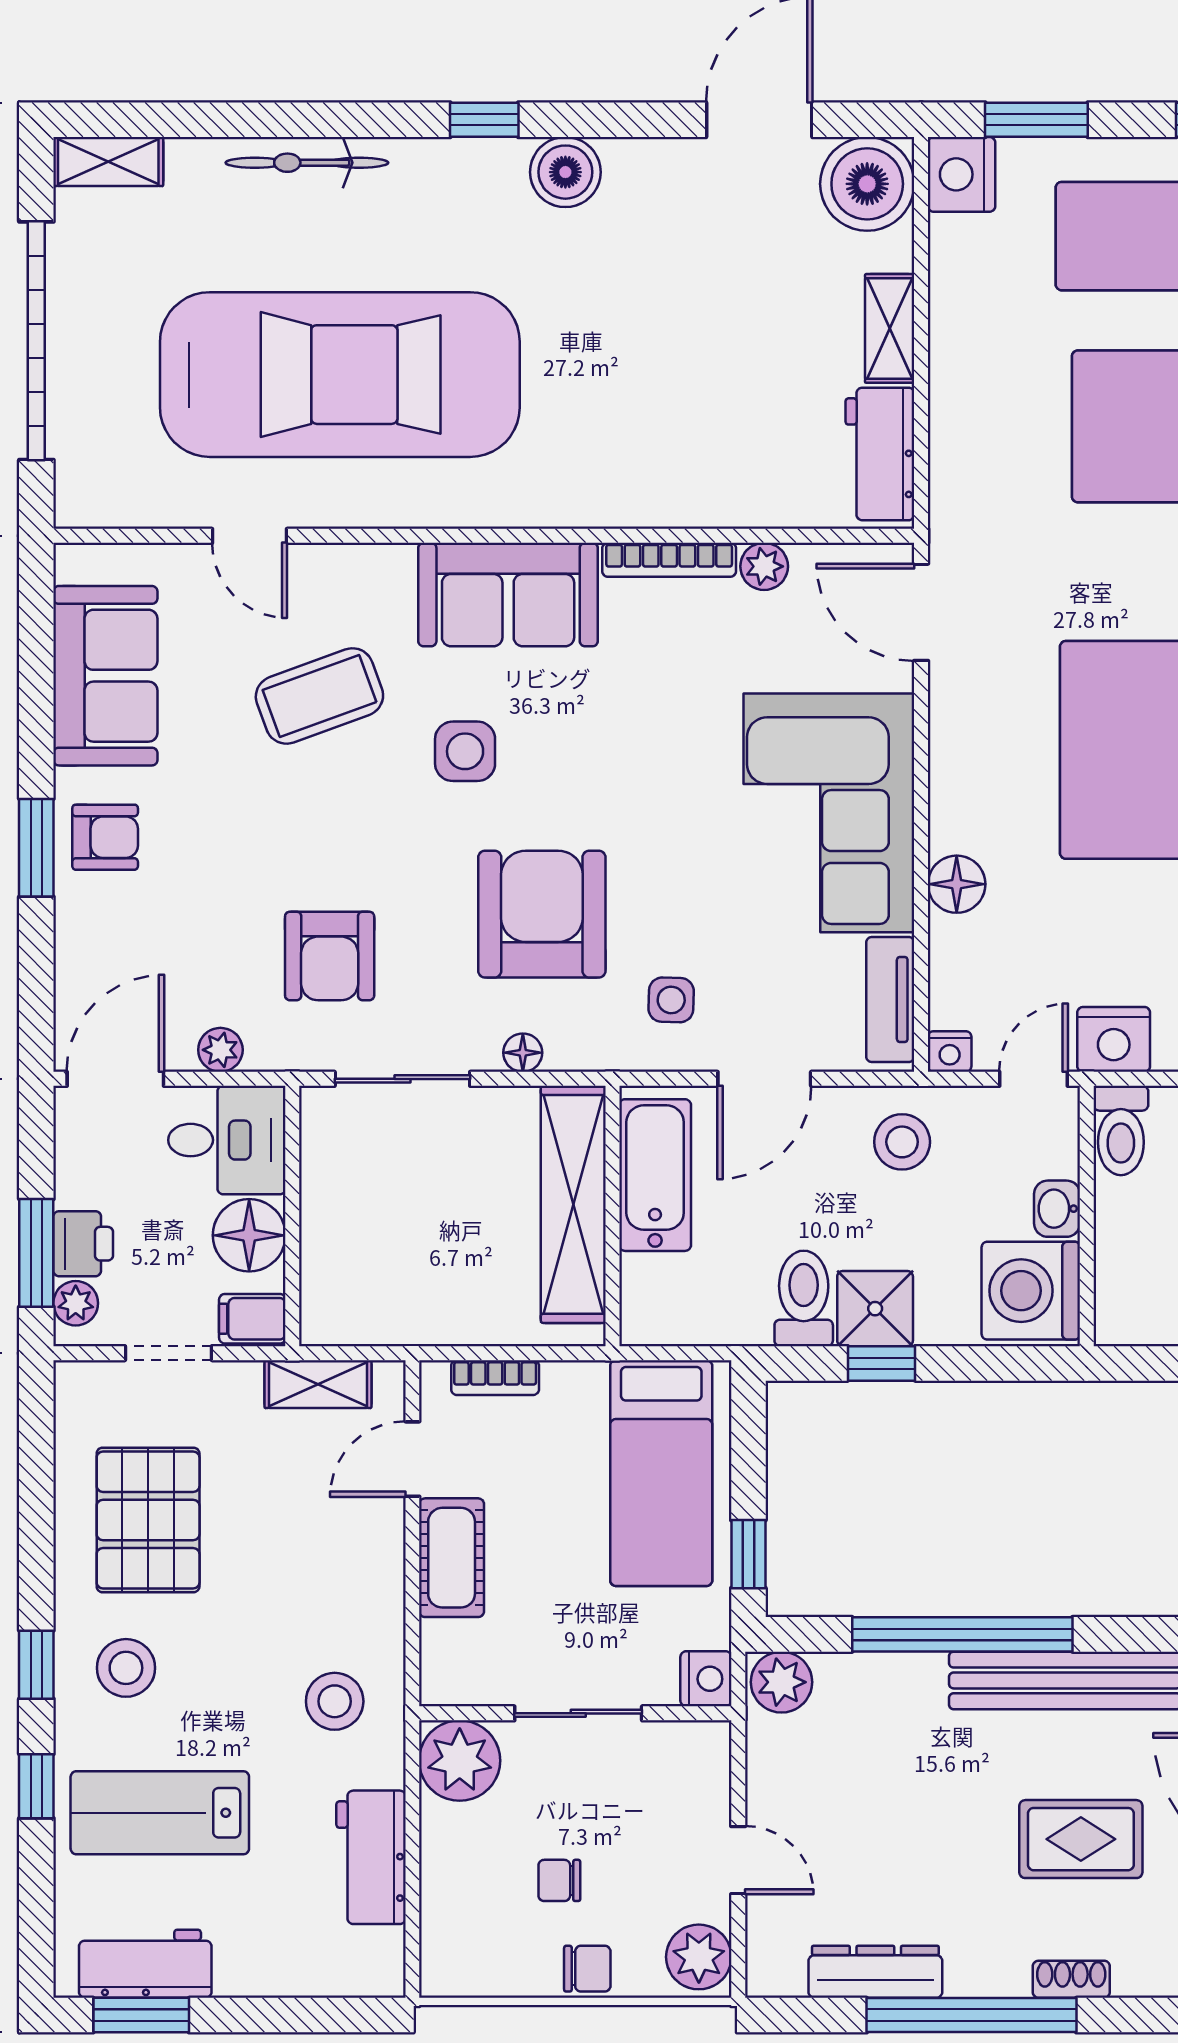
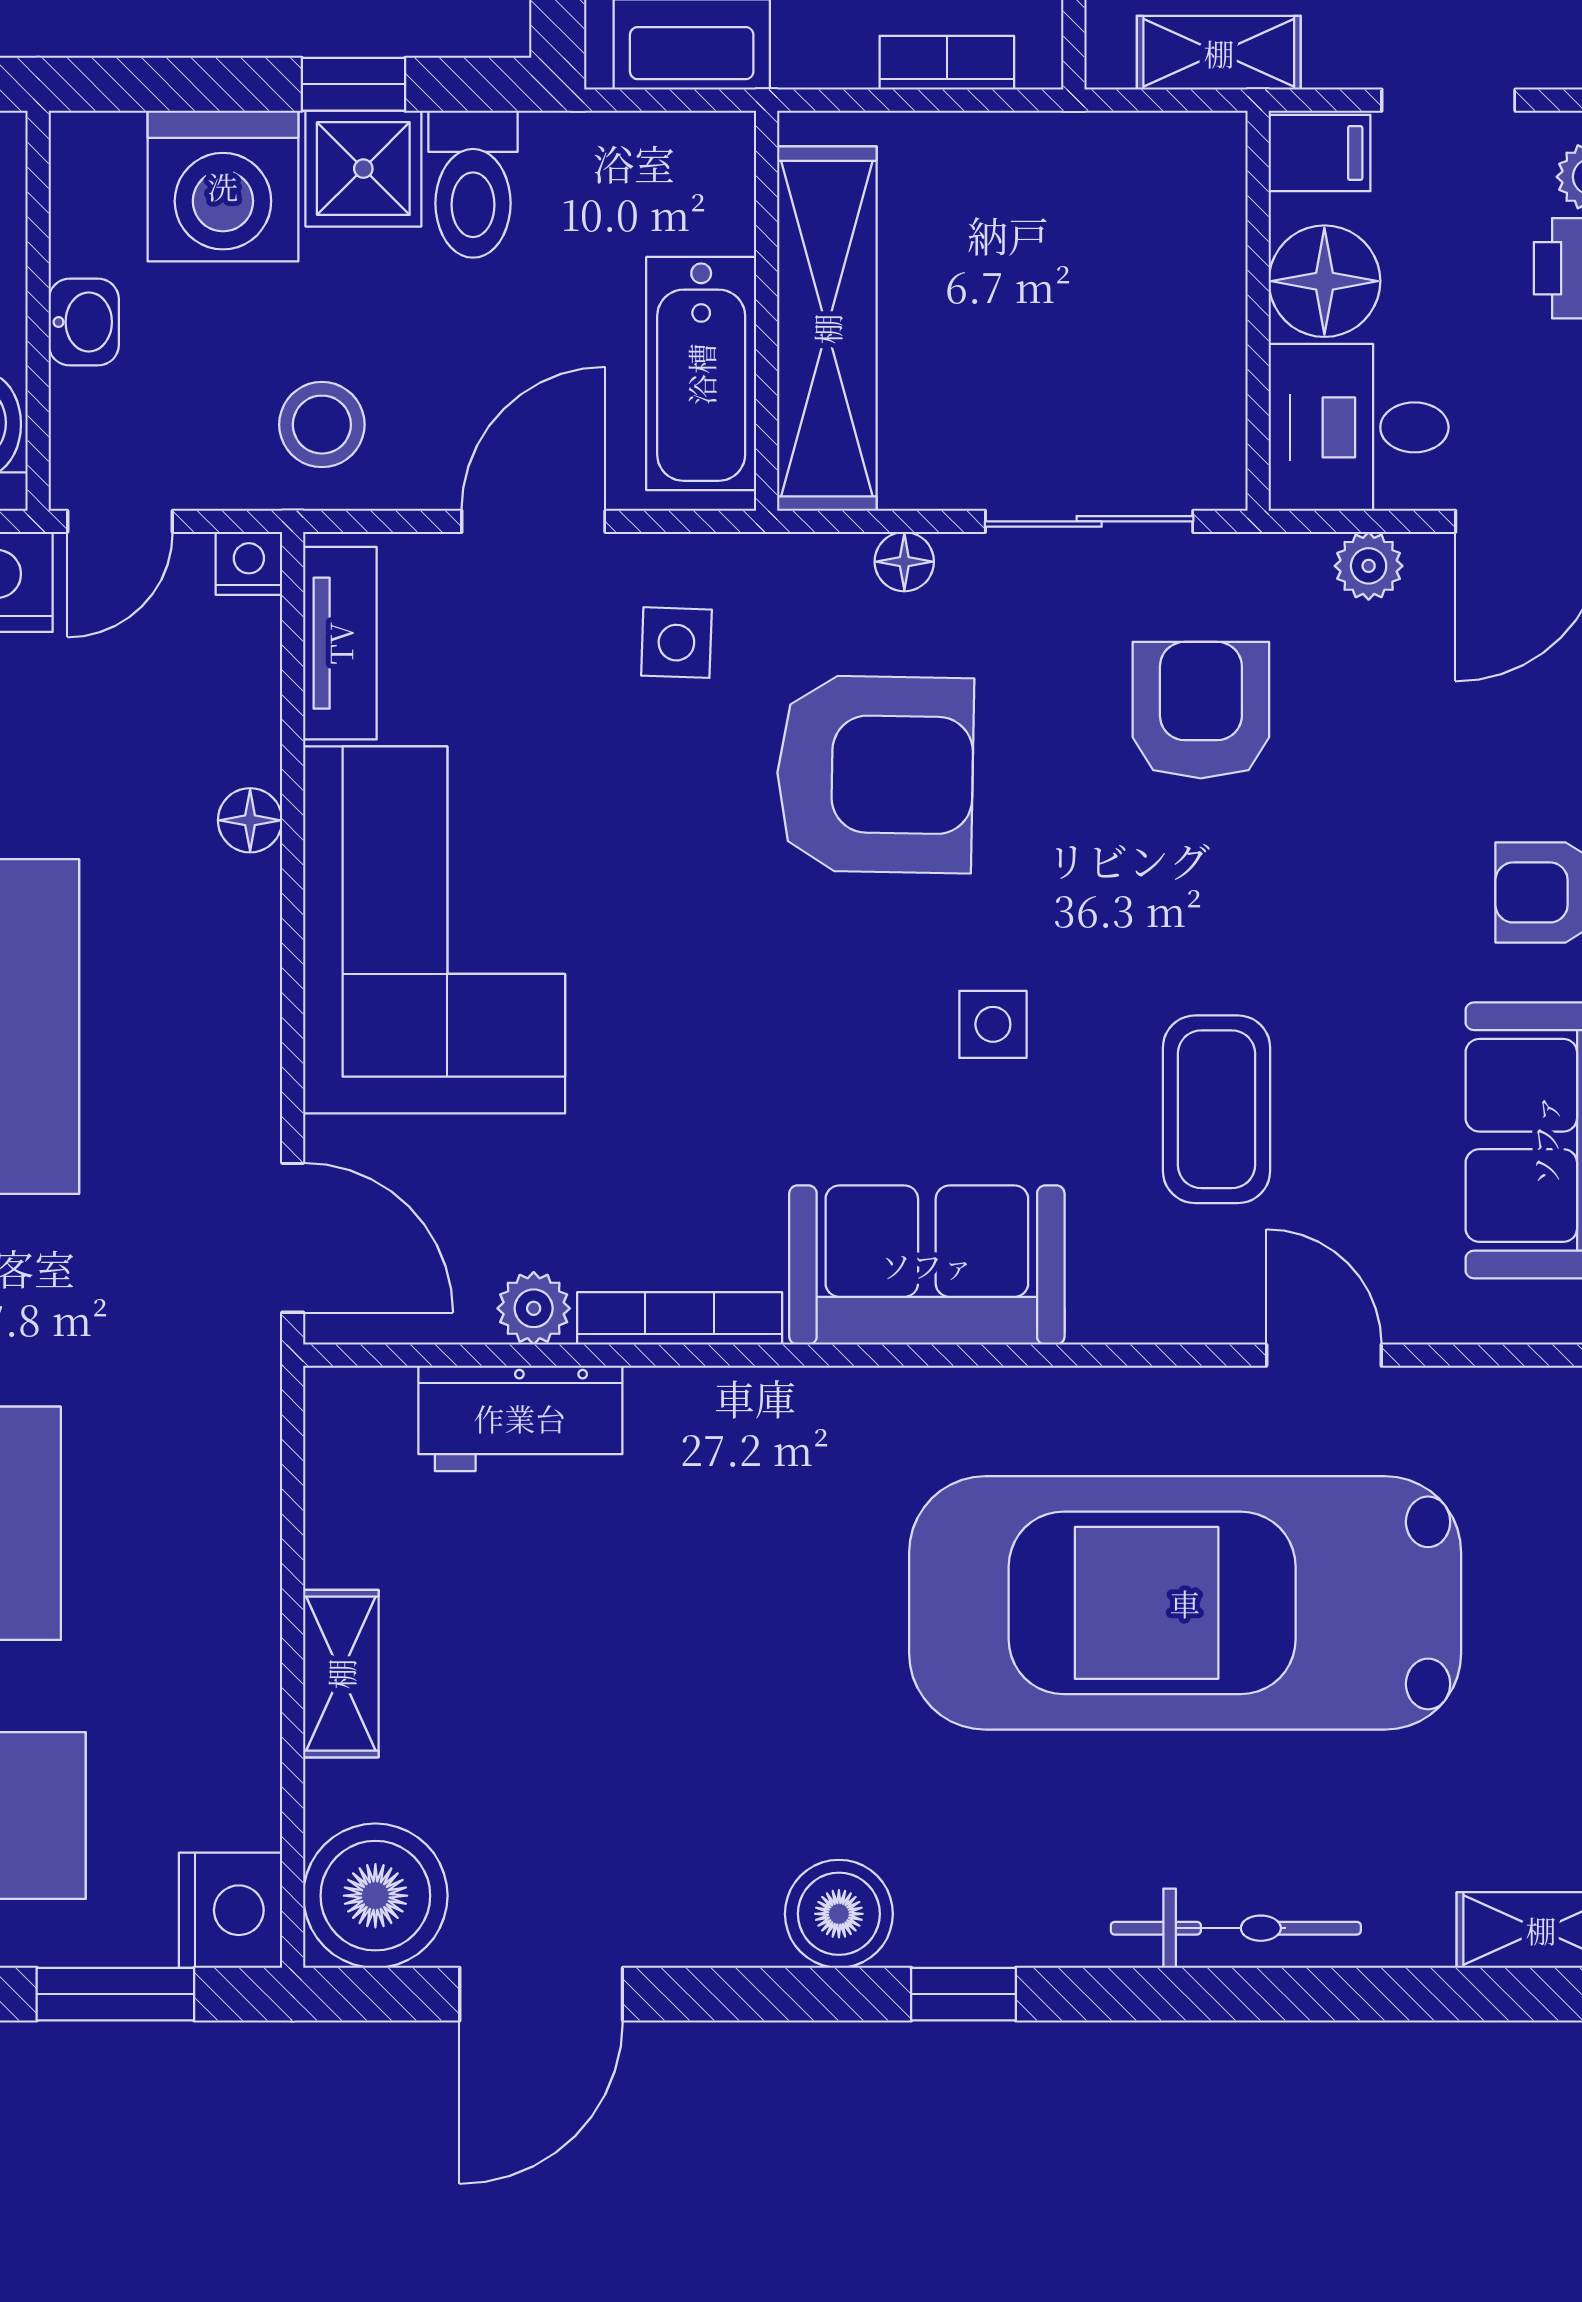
workbench: (880, 454) -> (520, 1418), moved, turned 90
coffee table: (319, 696) -> (1217, 1109), turned -70
side table: (465, 751) -> (993, 1024), width x0.73, depth x0.73
floor lamp: (957, 884) -> (250, 820), width x0.73, depth x0.73
armchair: (542, 914) -> (875, 774), turned -89
washing machine: (1031, 1291) -> (223, 186), moved, turned 90

